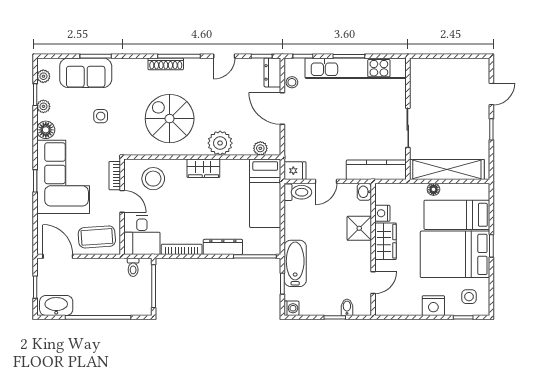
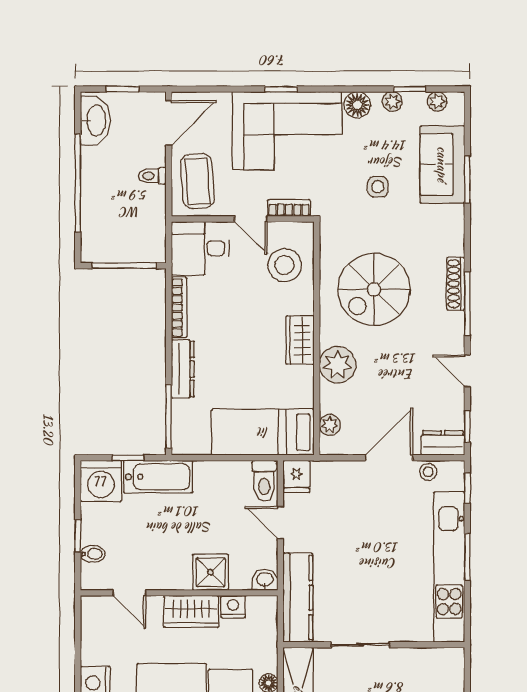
spiral stairs: (170, 119) -> (374, 289), turned 180
door: (122, 201) -> (251, 219), hinge flipped
toilet: (133, 267) -> (152, 176), moved
washing machine: (291, 308) -> (101, 481), width x1.89, depth x1.89

